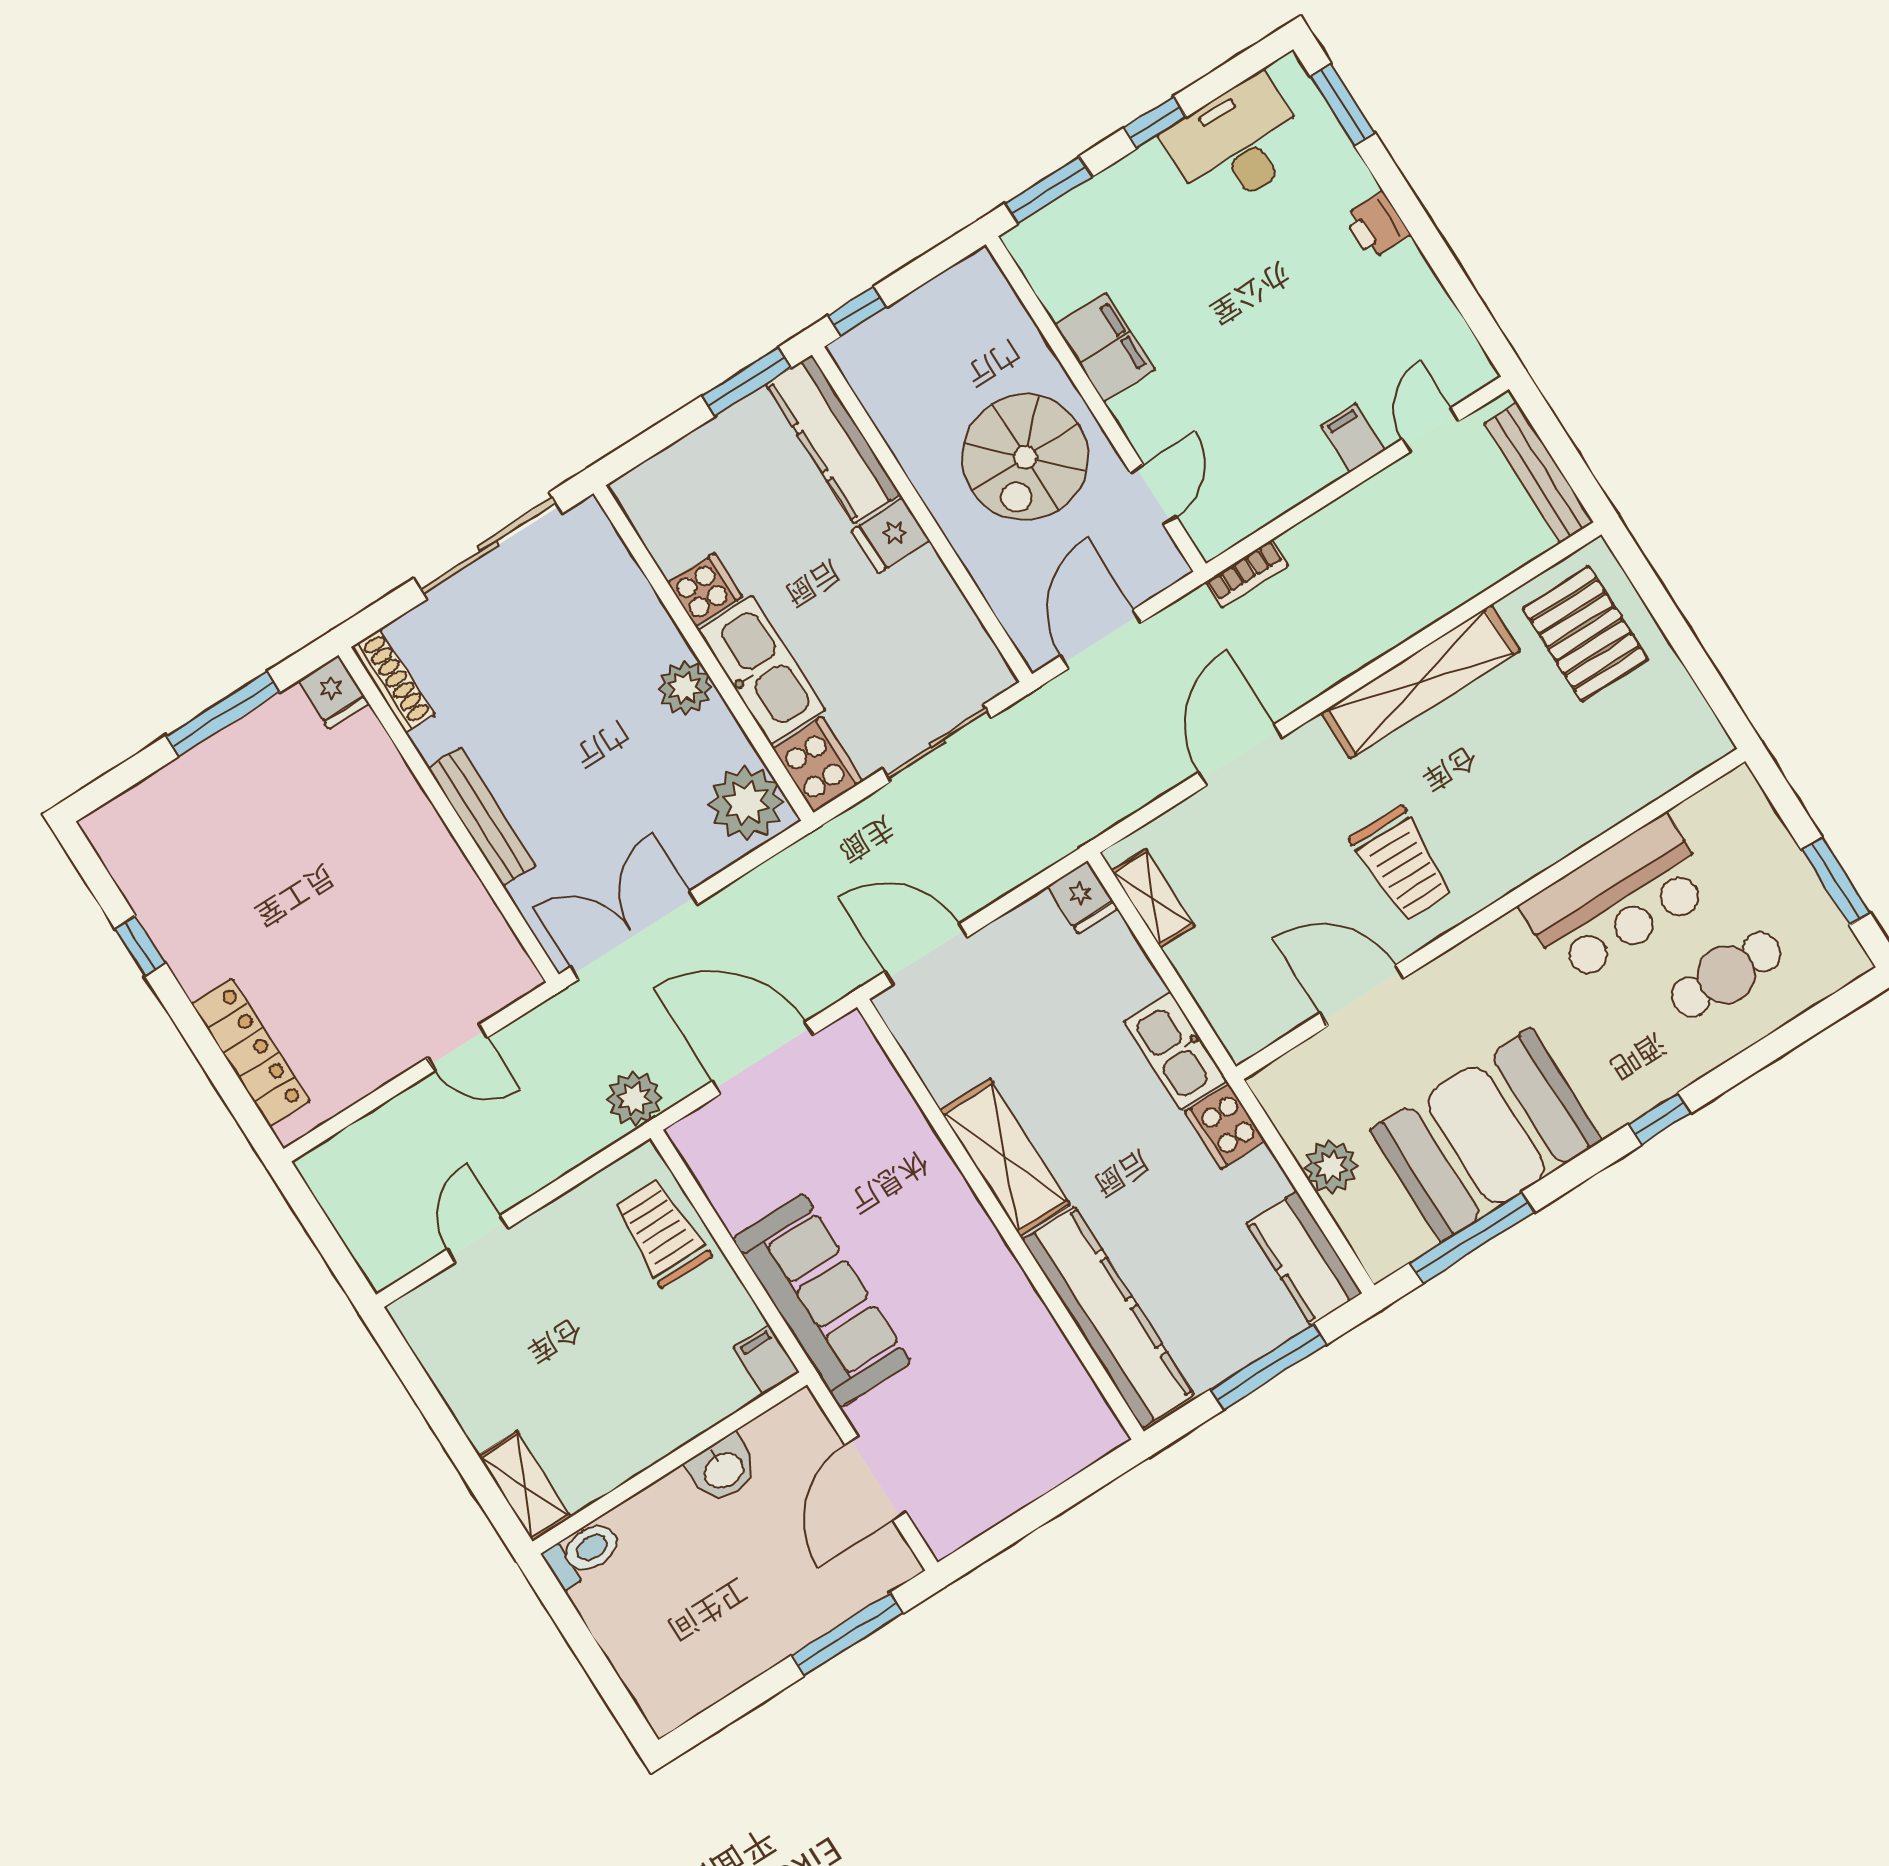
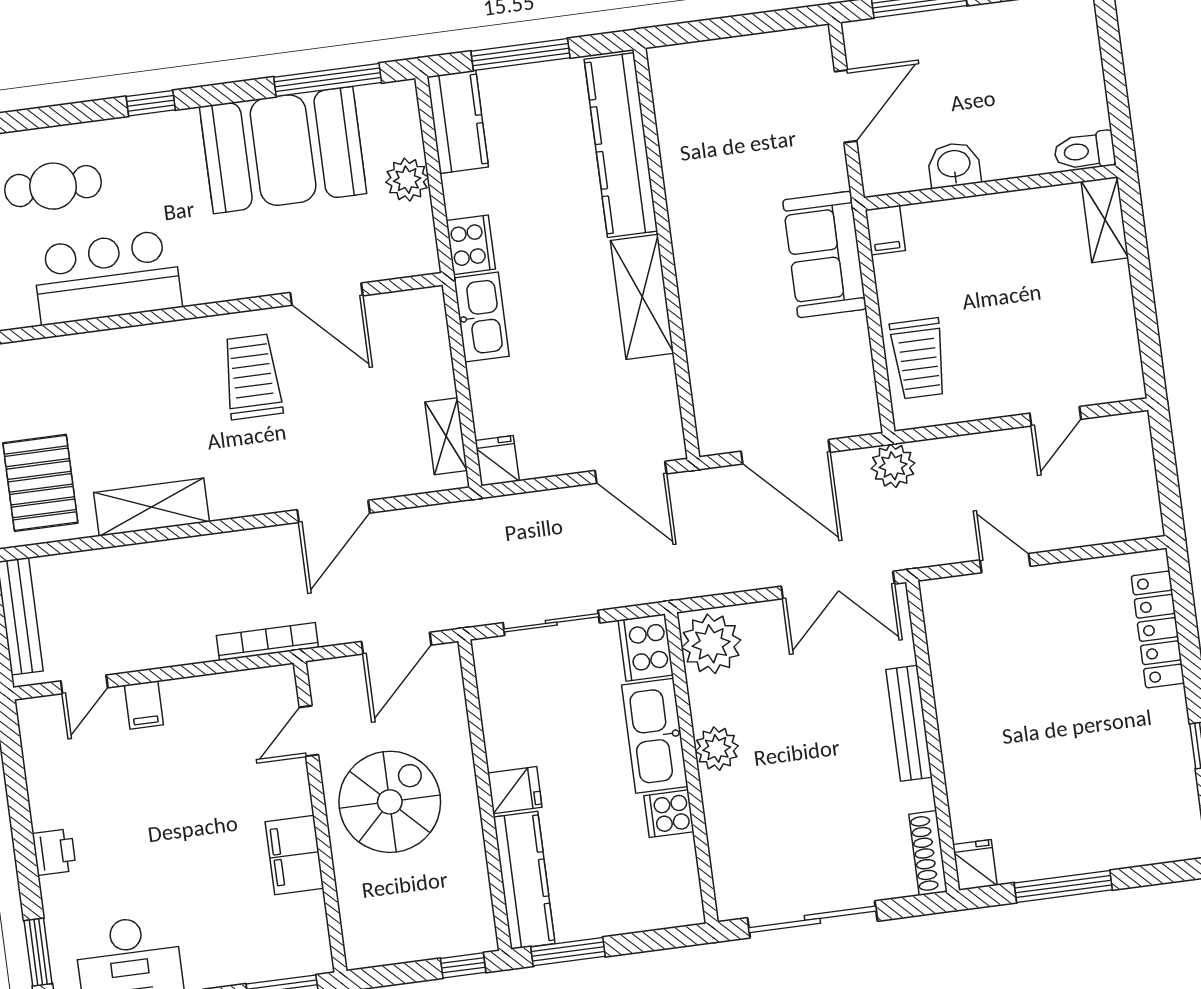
bookcase: (1247, 574) -> (267, 641), width x1.56
shelving: (1420, 682) -> (152, 507), width x0.68
sofa: (822, 1301) -> (825, 254), width x0.73

